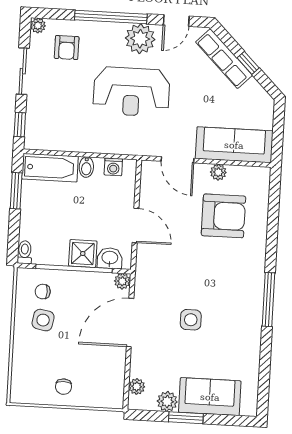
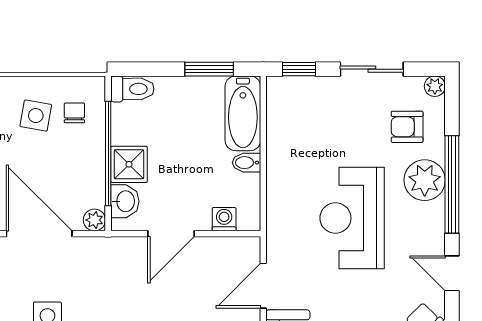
plant: (140, 39) -> (425, 180), moved
washing machine: (113, 167) -> (224, 219), moved, turned 90
toilet: (25, 252) -> (132, 89), width x1.37, depth x1.39

